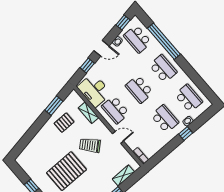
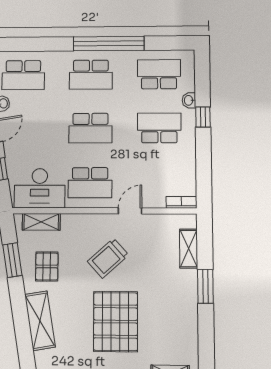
window: (164, 41) -> (109, 44), moved
school desk: (163, 69) -> (91, 75), turned 180
shelving: (88, 113) -> (41, 222), moved
shelving: (39, 140) -> (40, 321), added

